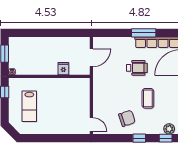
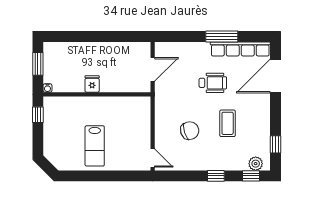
fridge: (63, 69) -> (92, 84), moved
lab bench: (29, 106) -> (95, 146), moved
chair: (127, 118) -> (190, 131), moved

